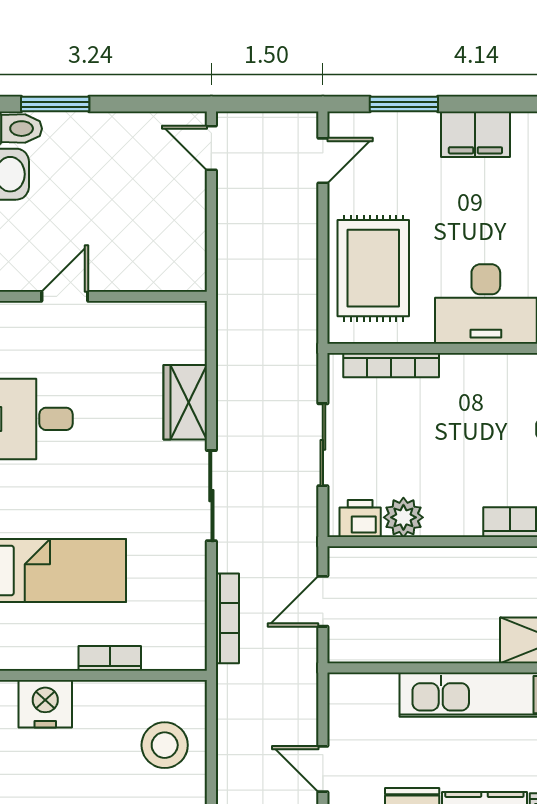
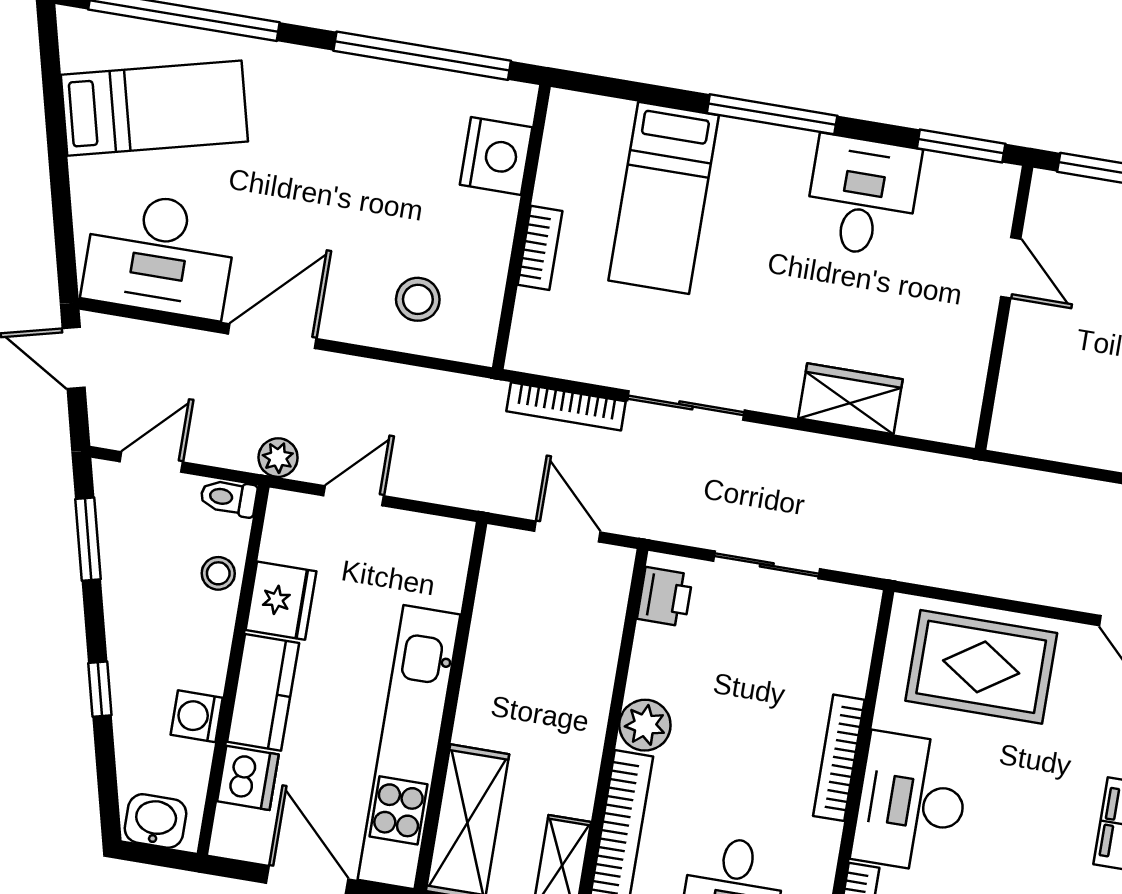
bookcase: (391, 365) -> (839, 758), moved
sliding door: (211, 496) -> (686, 405), moved
plant: (403, 517) -> (645, 725), moved
stool: (165, 745) -> (418, 299), width x0.73, depth x0.73

